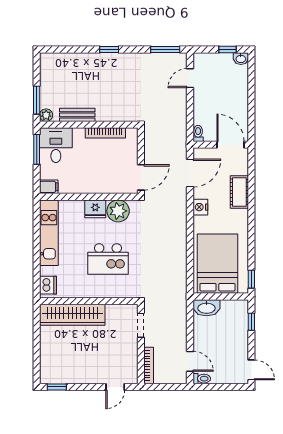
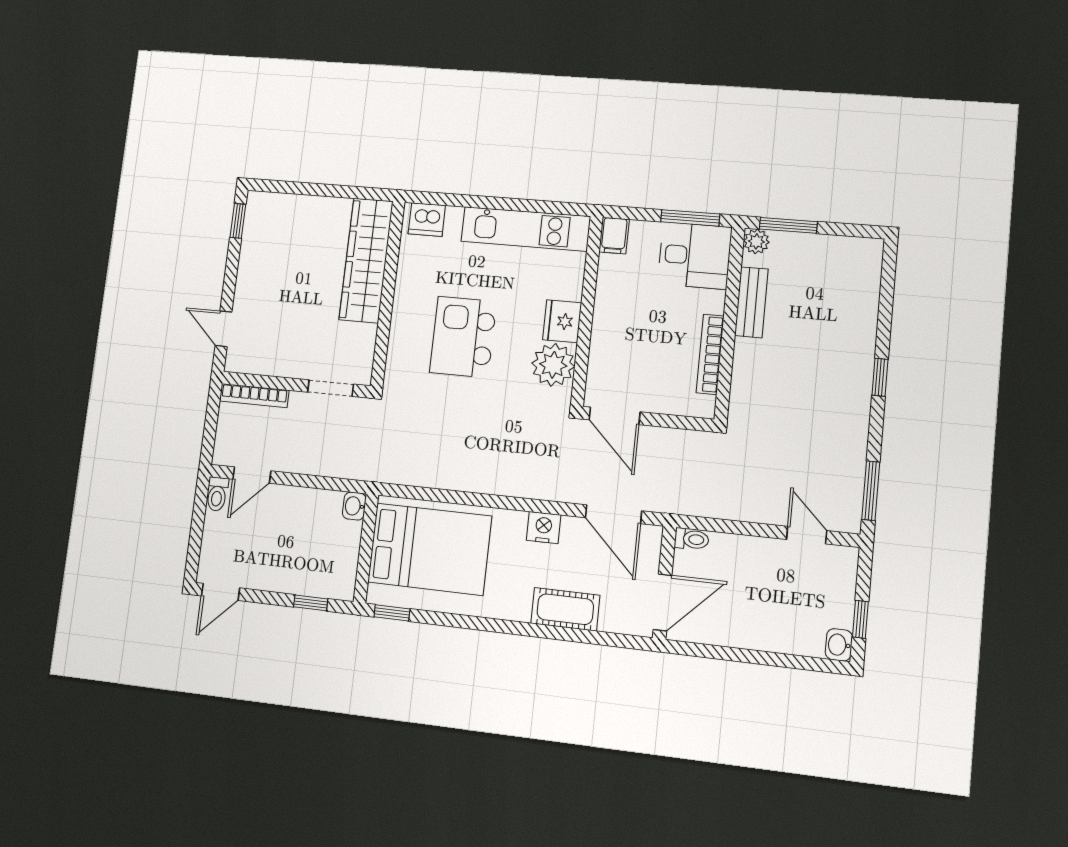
washbasin: (206, 308) -> (354, 506), width x0.52, depth x0.69

